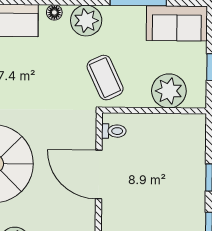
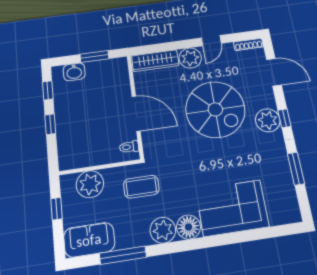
floor lamp: (54, 12) -> (189, 227), width x1.89, depth x1.89
coffee table: (105, 78) -> (141, 187), turned -65

